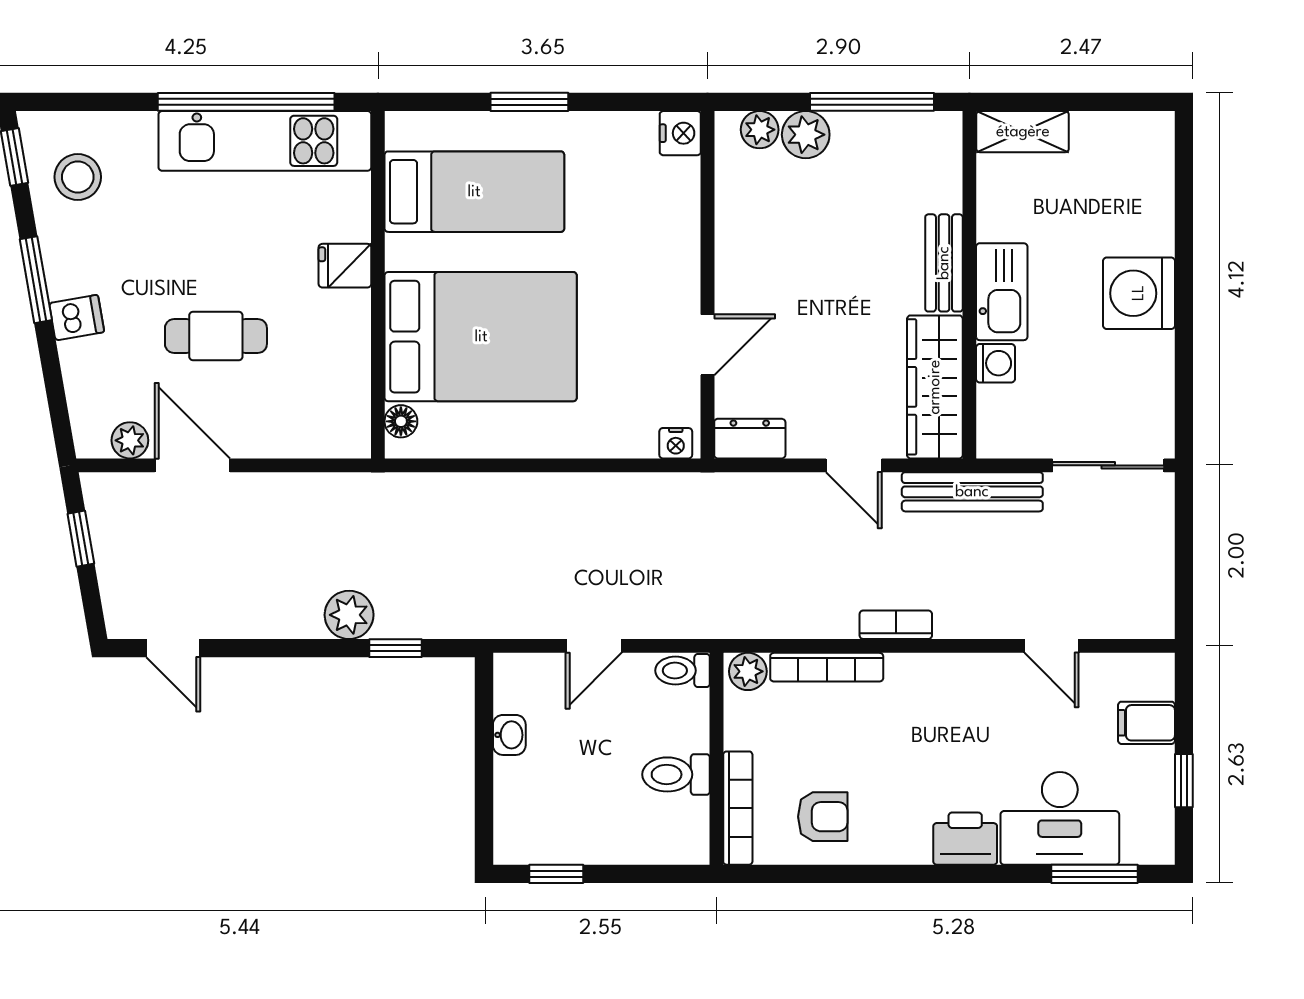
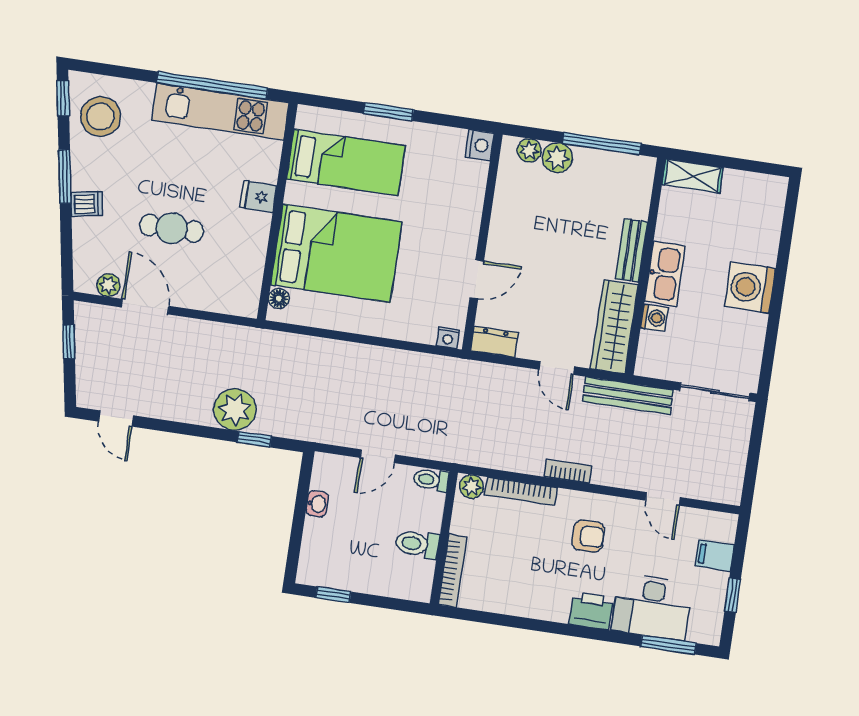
stool: (78, 177) -> (100, 116), width x1.38, depth x1.38
plant: (349, 615) -> (235, 410), width x1.36, depth x1.36
armchair: (823, 817) -> (588, 536), moved

